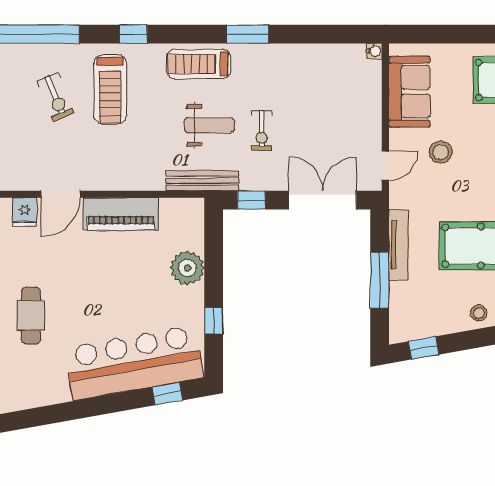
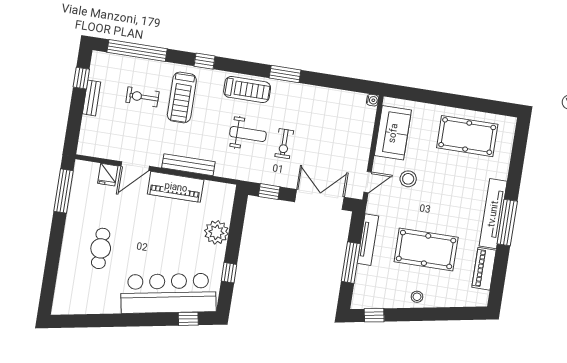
treadmill: (198, 64) -> (247, 90), turned 180
exercise bike: (56, 97) -> (142, 97), turned 112
bench: (202, 181) -> (188, 165), moved

